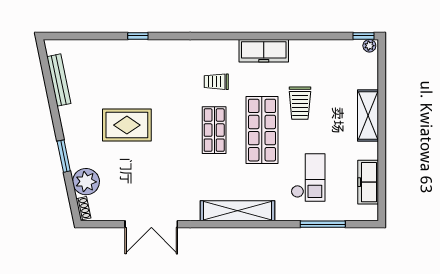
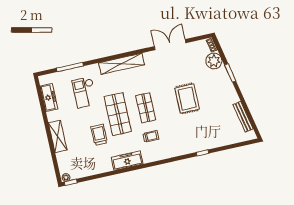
rug: (127, 125) -> (187, 99), moved, turned 90

